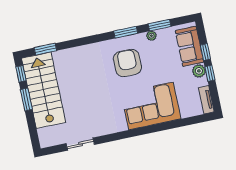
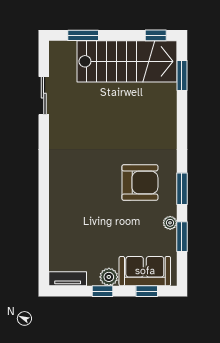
window: (205, 52) -> (147, 291), moved
window: (26, 99) -> (83, 35), moved
corner sofa: (151, 106) -> (75, 202), removed

